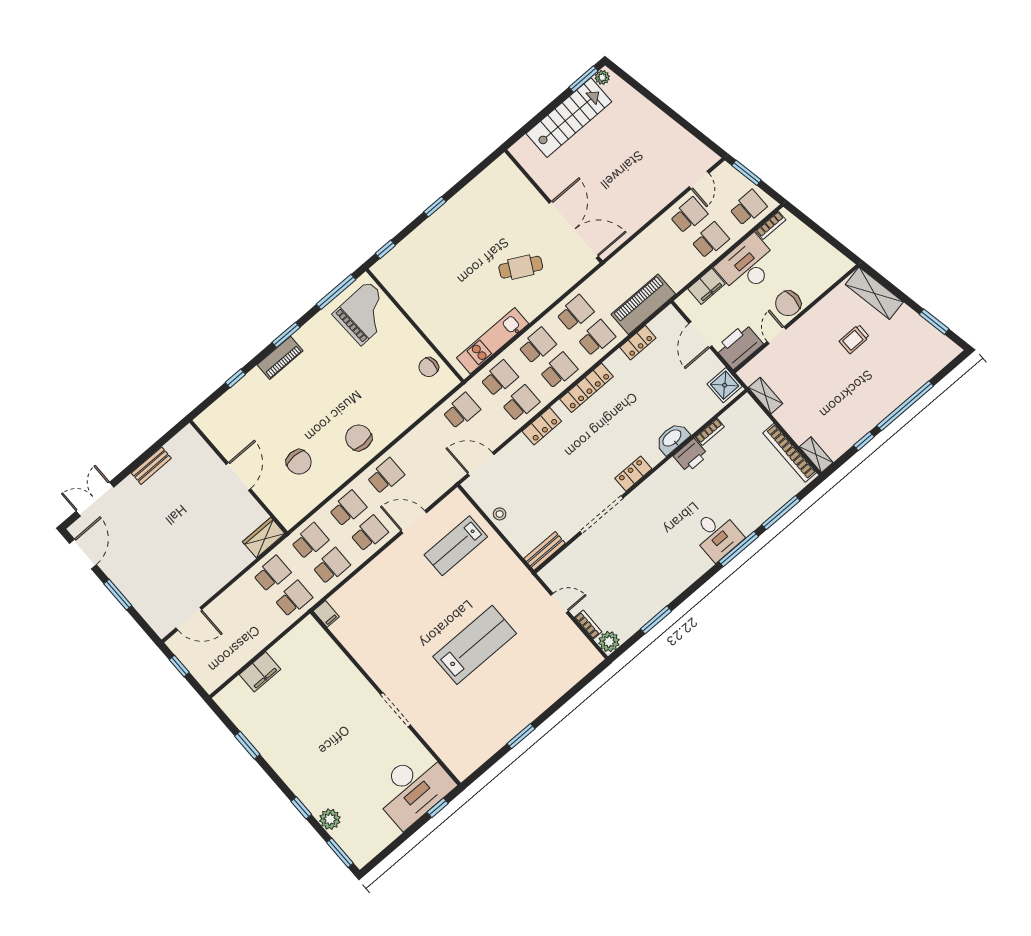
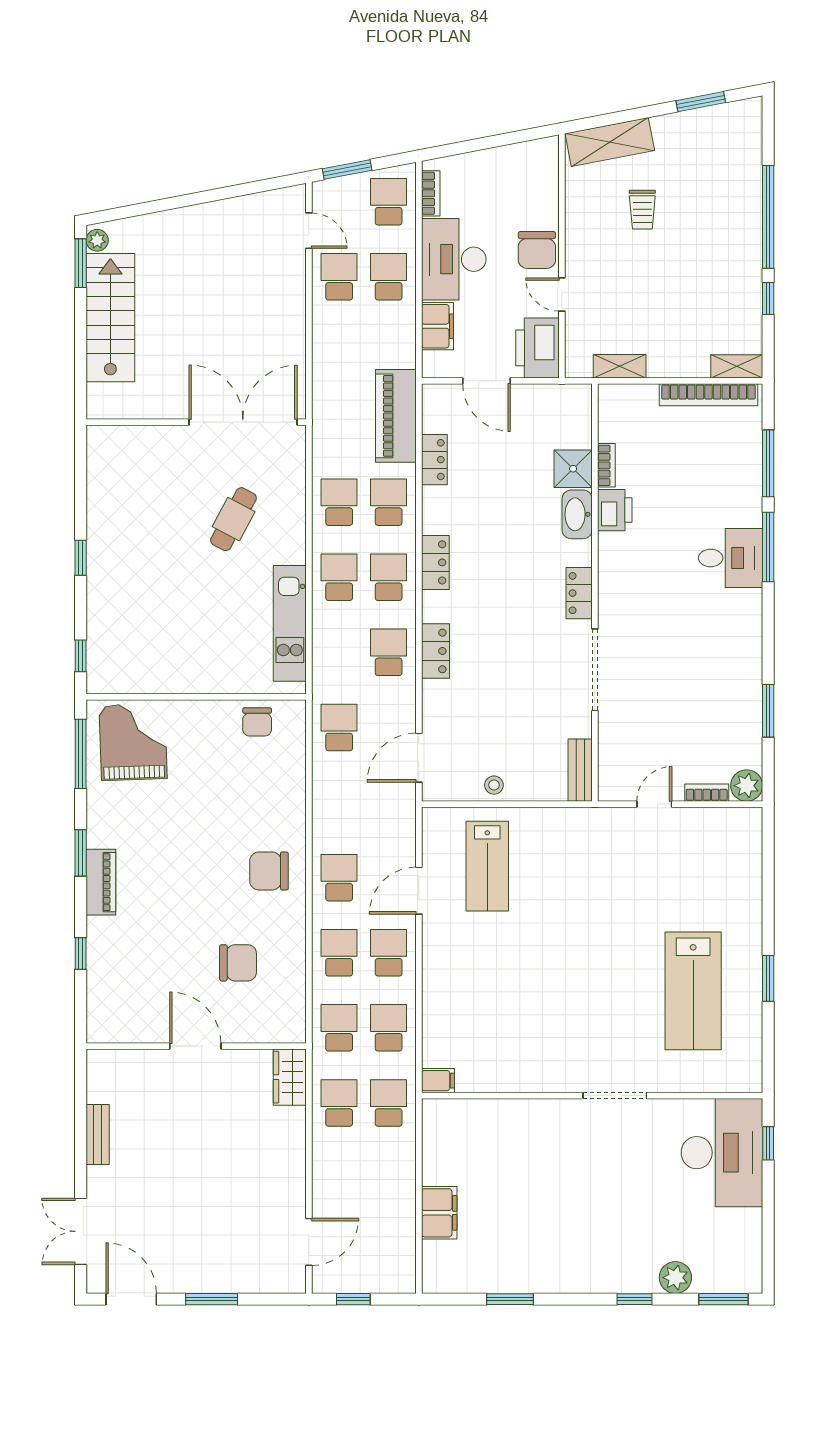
school desk: (499, 378) -> (339, 652), removed
shower: (725, 385) -> (573, 469), moved
locker: (586, 388) -> (435, 562), width x0.66
lab bench: (475, 645) -> (693, 991), moved, turned 180

